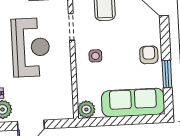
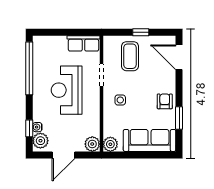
reception desk: (31, 47) -> (67, 90), turned 180
plant: (65, 110) -> (92, 144), added

